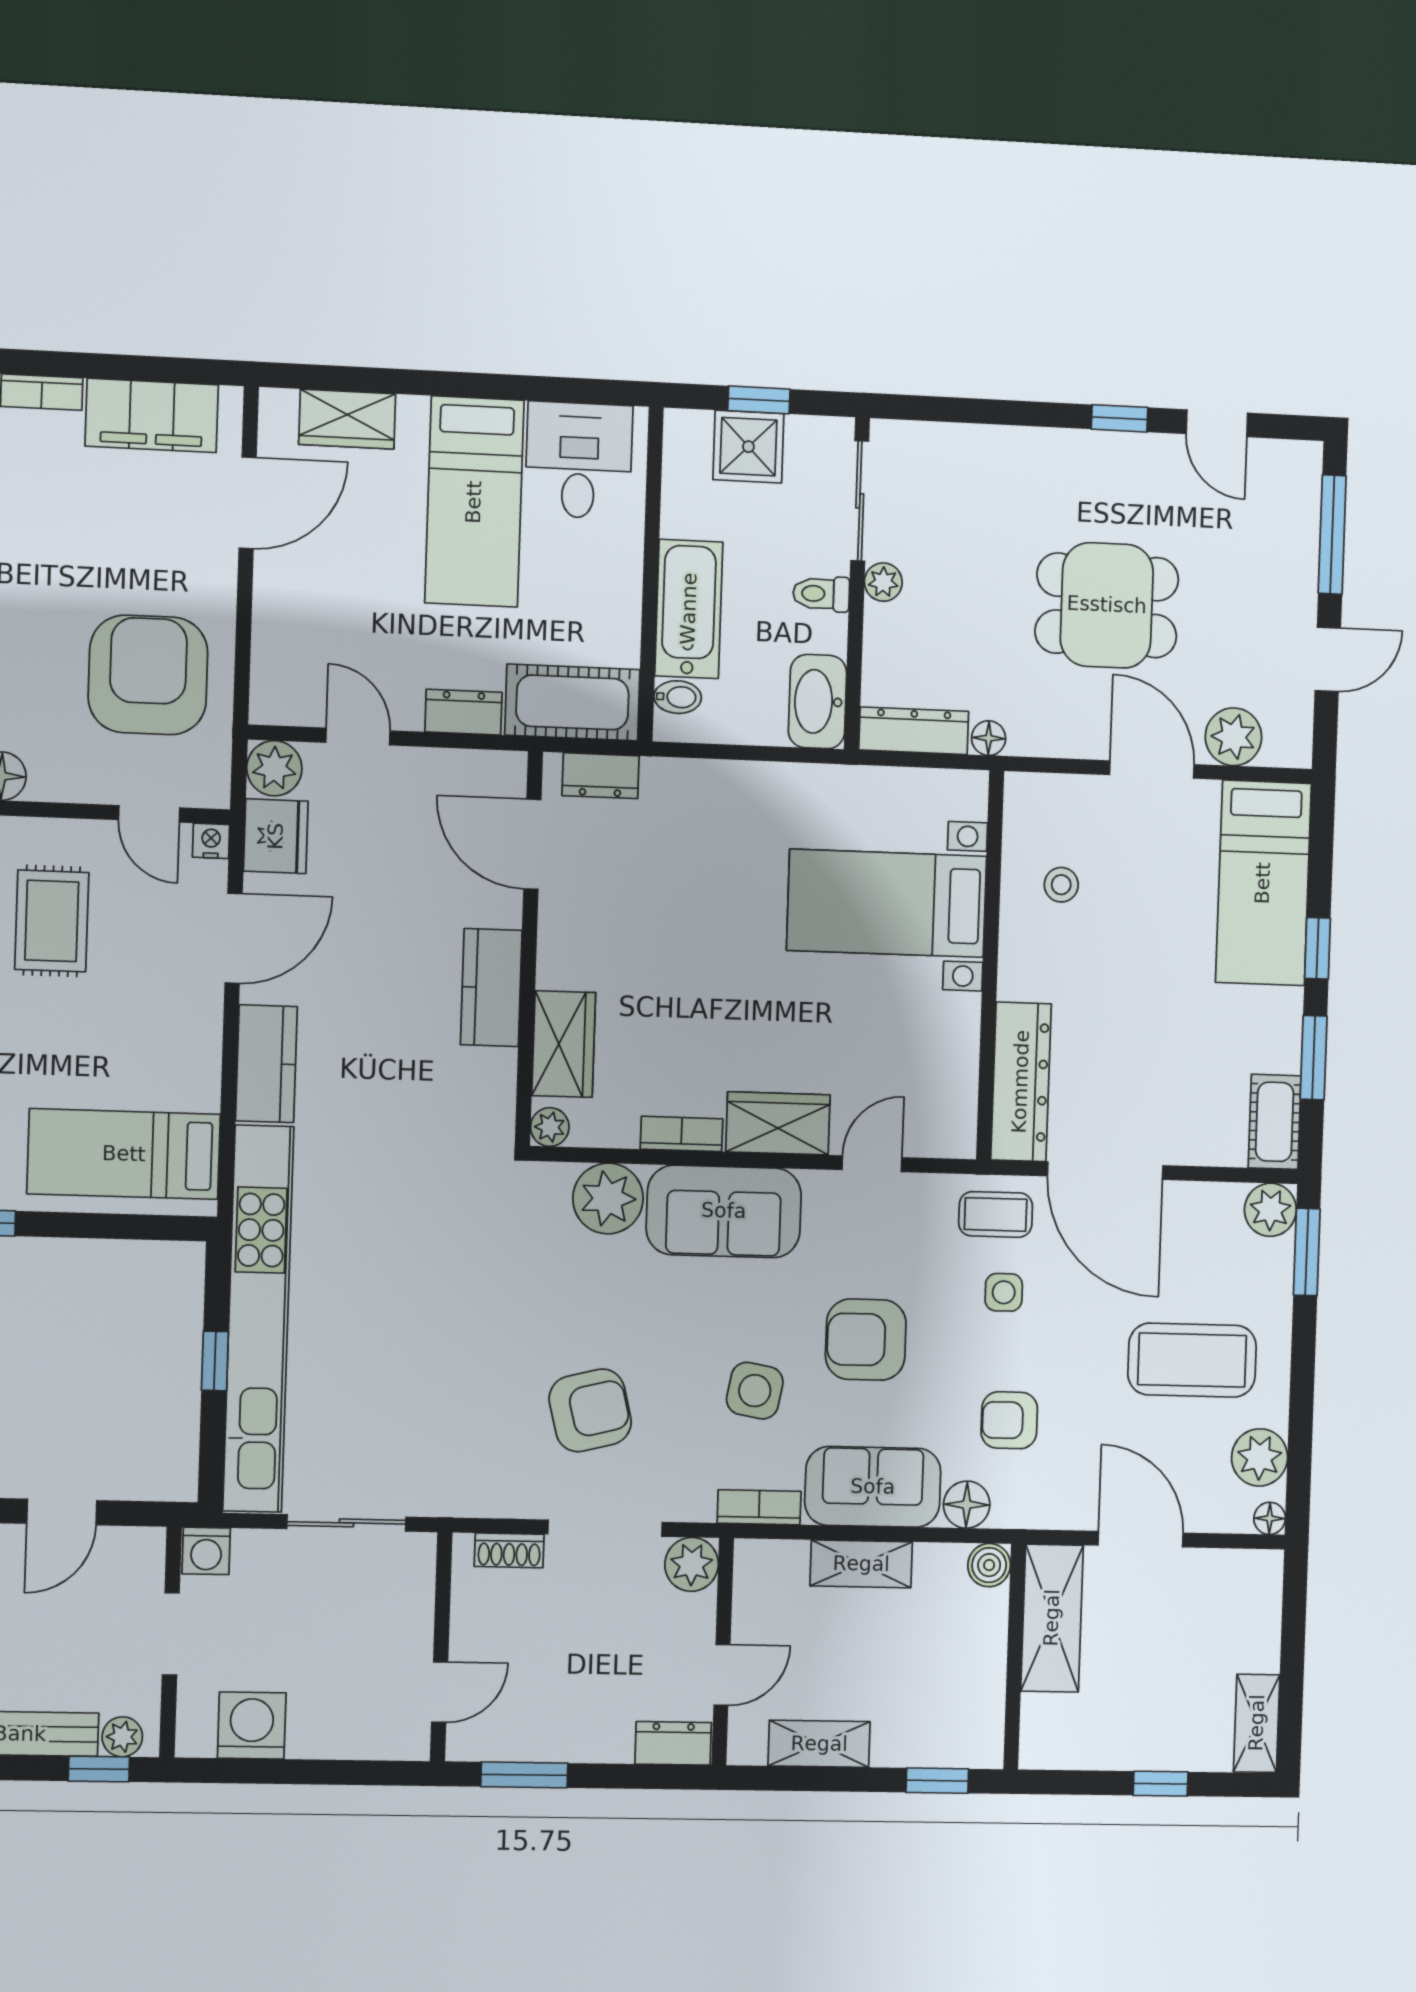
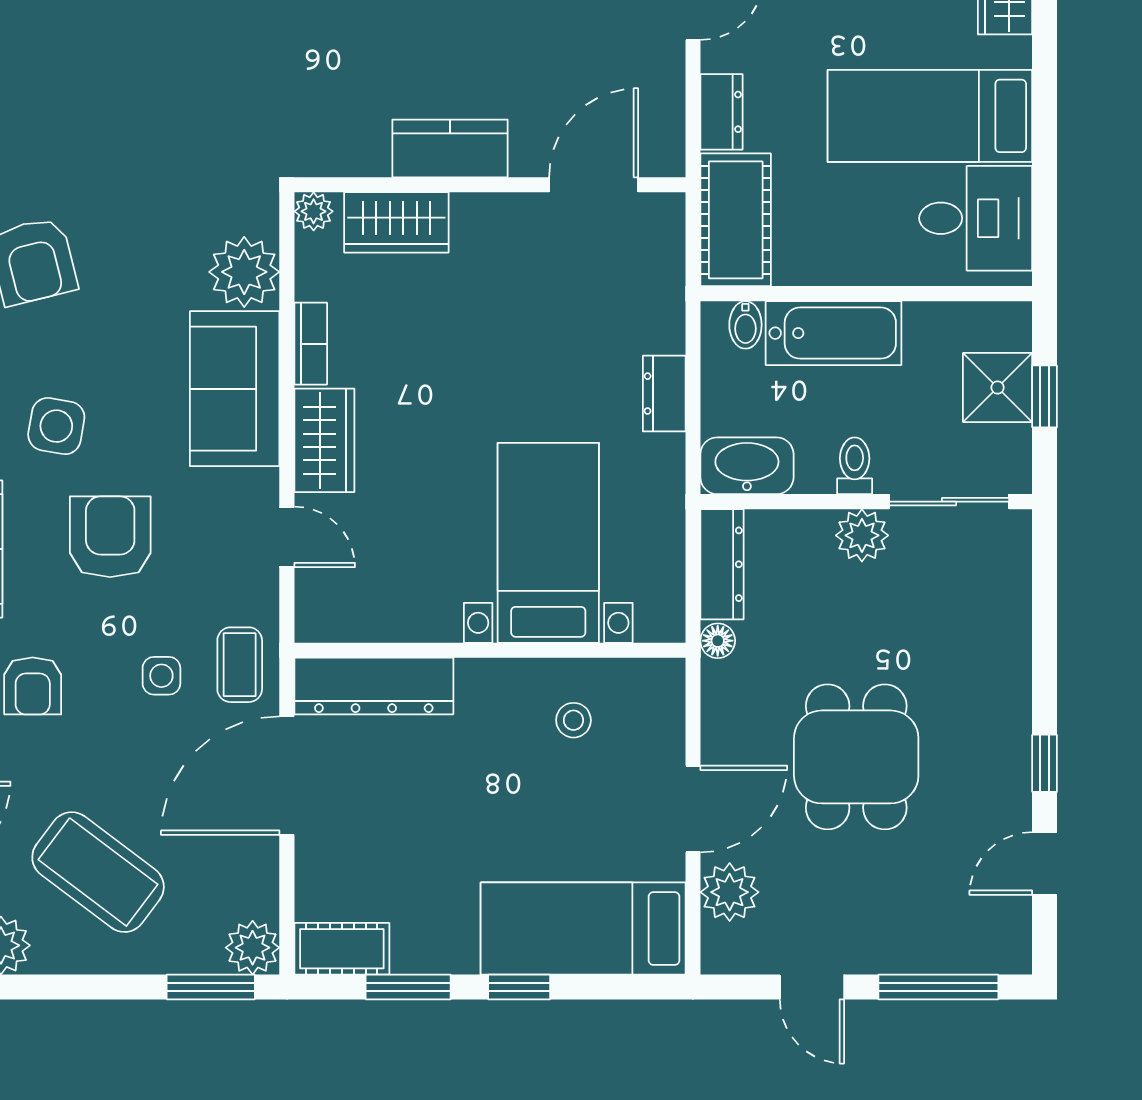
plant: (883, 582) -> (862, 535), width x1.38, depth x1.38
dresser: (601, 776) -> (664, 394), moved
coffee table: (1192, 1360) -> (98, 872), turned -53
armchair: (1009, 1420) -> (33, 686), turned 180

